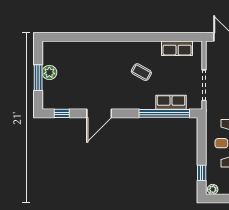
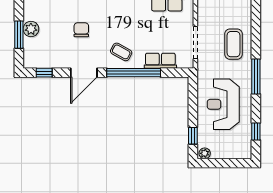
coffee table: (141, 72) -> (121, 52), moved
chair: (97, 73) -> (81, 30), added
window: (164, 113) -> (134, 73), moved

